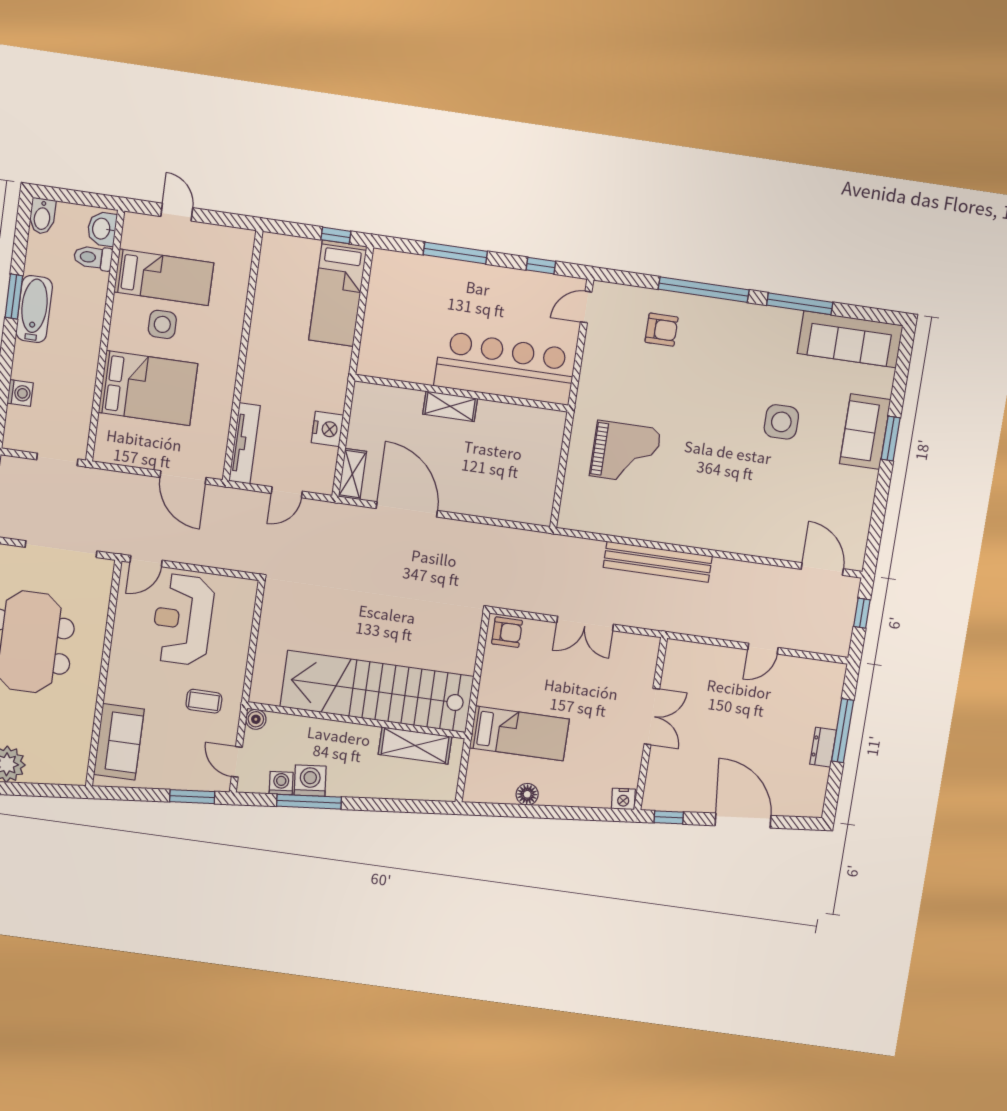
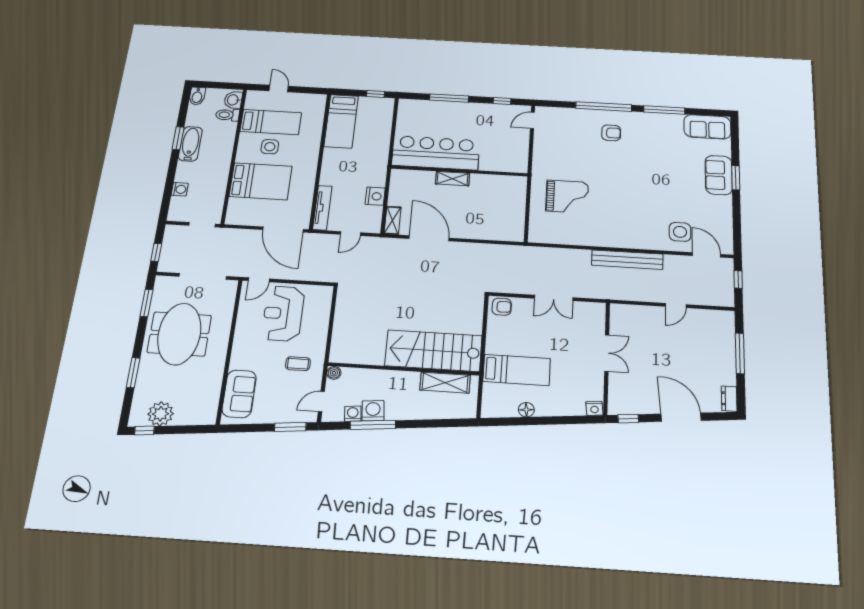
bed: (338, 293) -> (341, 121), moved
armchair: (662, 330) -> (611, 133), moved
sofa: (850, 339) -> (707, 127), width x0.73
bar counter: (505, 368) -> (436, 153), moved
side table: (781, 422) -> (680, 232), moved
door: (183, 477) -> (283, 230), width x1.36
bench: (658, 562) -> (627, 260), moved
stairs: (377, 692) -> (433, 351), width x0.73
dresser: (823, 747) -> (729, 399), moved
door: (237, 762) -> (321, 402), hinge flipped

